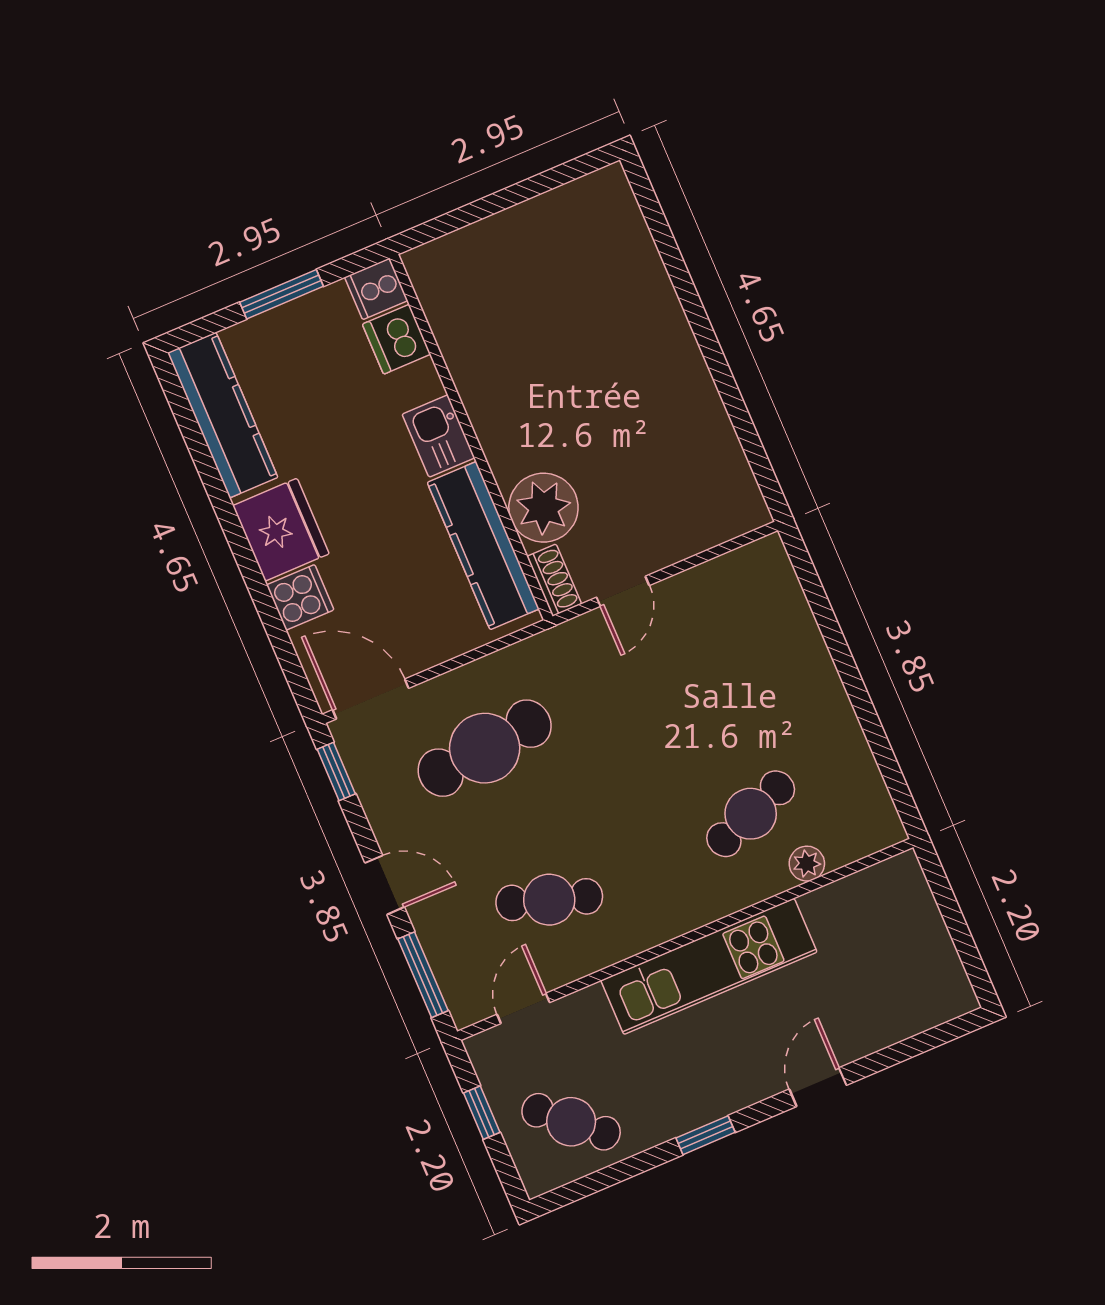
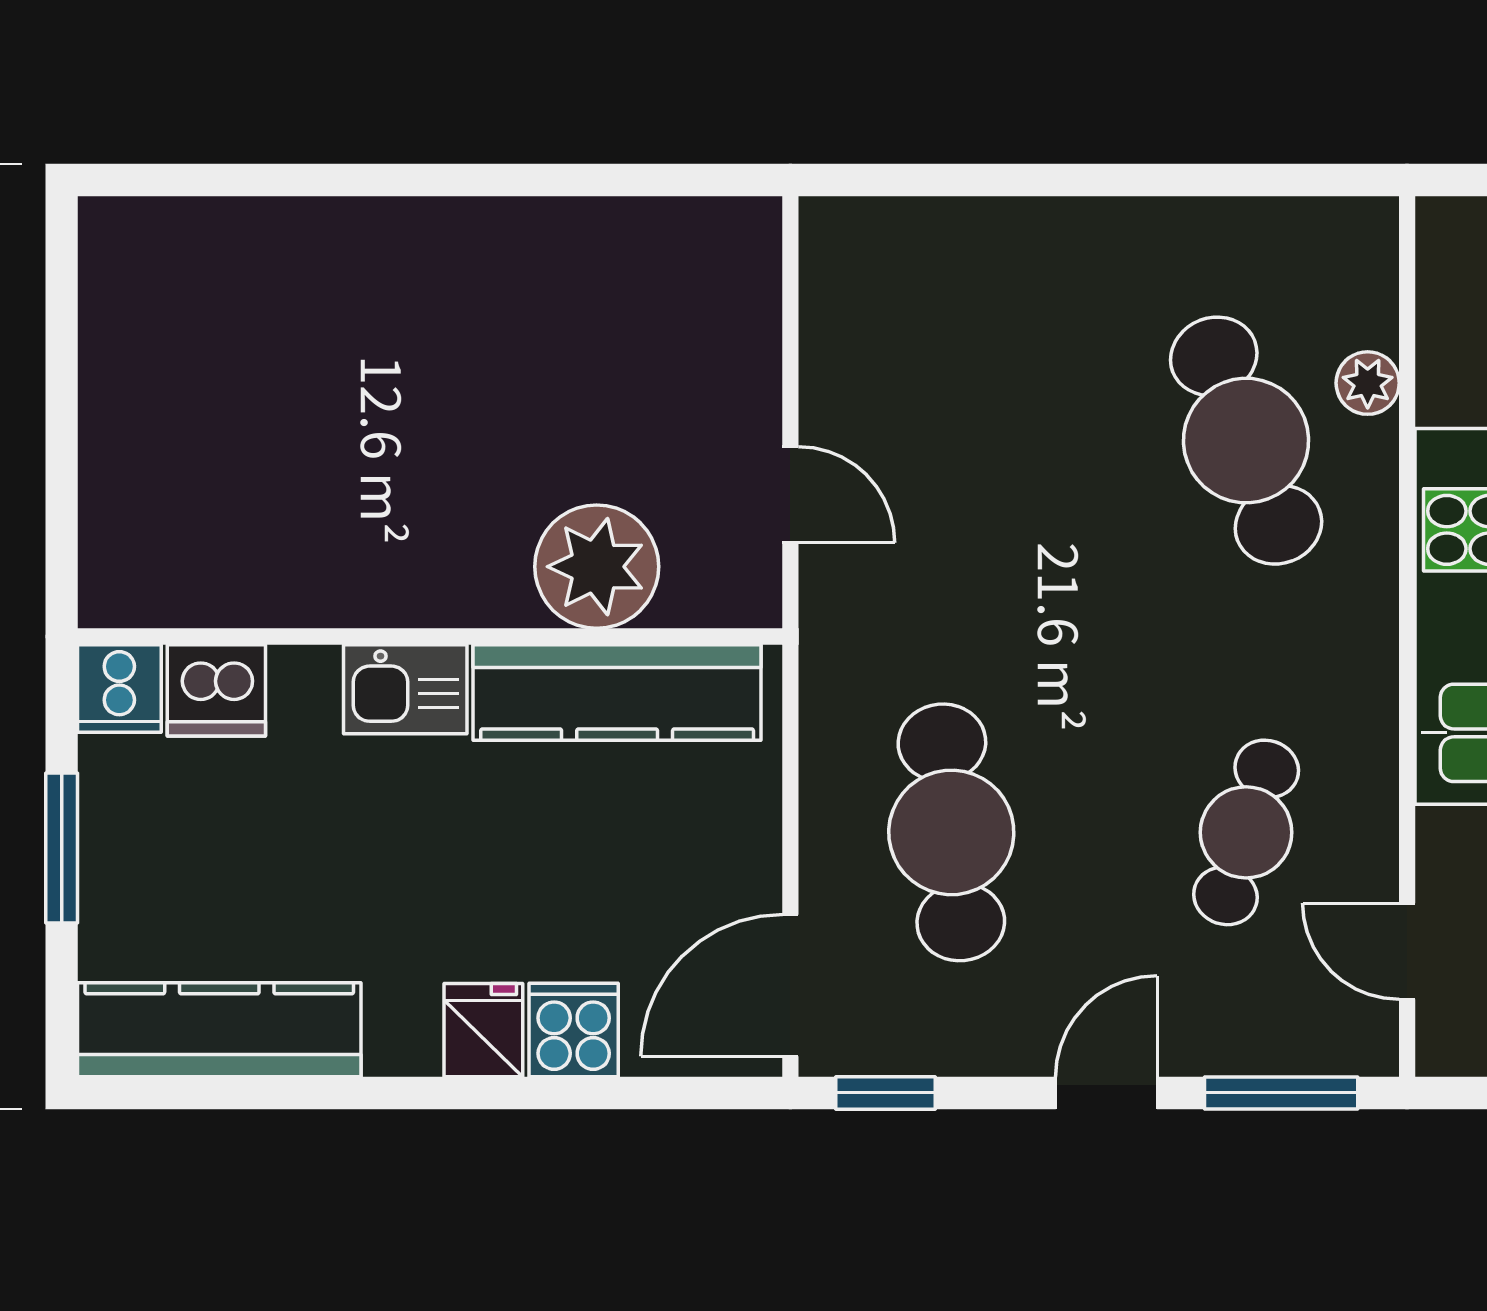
fridge: (281, 530) -> (483, 1030), width x0.53, depth x0.75
shoe rack: (554, 580) -> (724, 600), removed
cafe table: (751, 814) -> (1246, 441), width x1.37, depth x1.35

